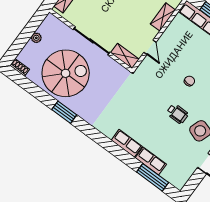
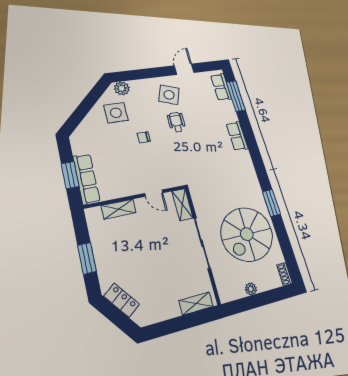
door: (150, 47) -> (154, 193), swing flipped
spiral stairs: (66, 73) -> (247, 234), turned -90
row of seats: (151, 161) -> (221, 87), moved

